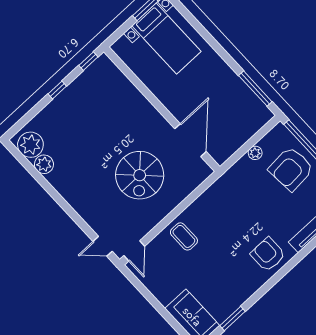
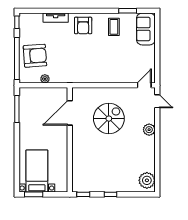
plant: (44, 164) -> (149, 130), moved
coffee table: (184, 236) -> (114, 27), moved

